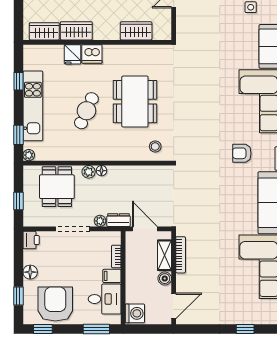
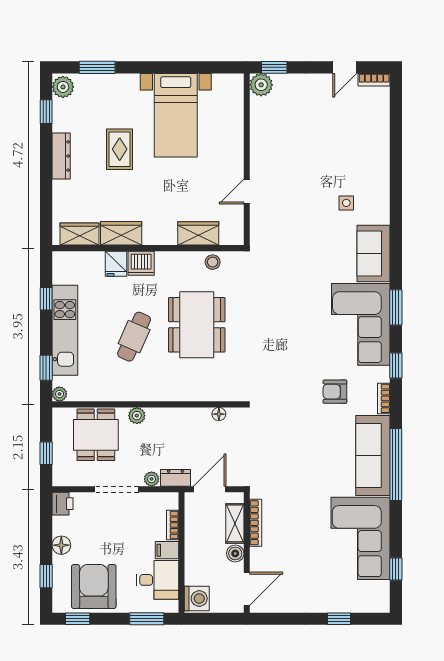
stool: (155, 146) -> (213, 262), moved
floor lamp: (101, 171) -> (219, 414), moved
door: (145, 229) -> (210, 489), hinge flipped

